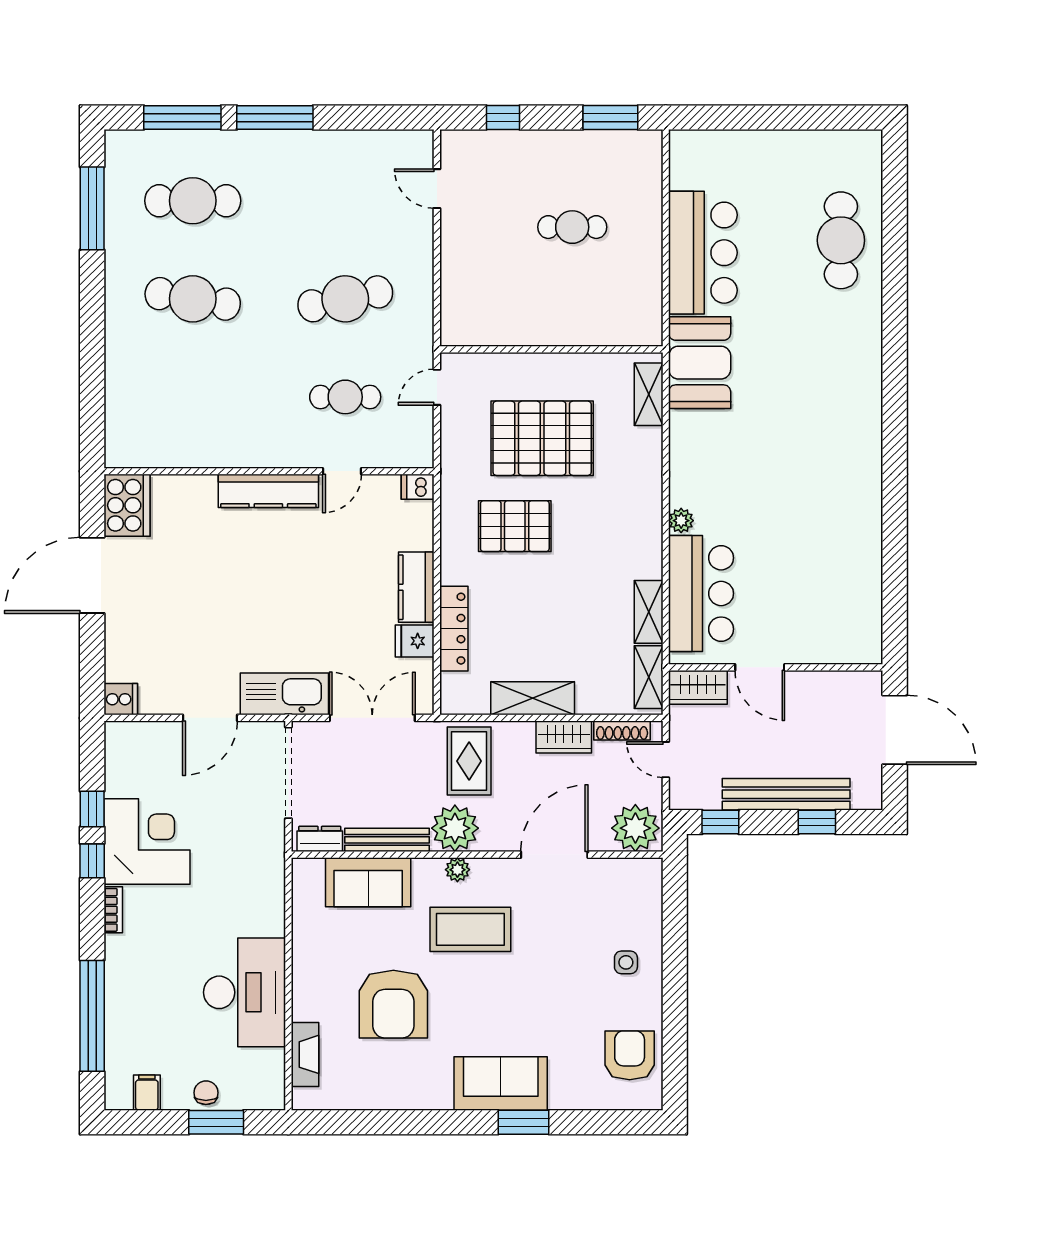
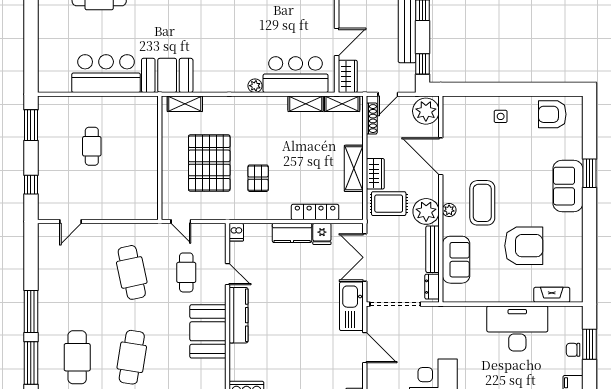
booth: (239, 436) -> (208, 331), added
pallet: (515, 526) -> (258, 178), width x0.67, depth x0.71
wardrobe: (564, 737) -> (375, 174), moved

